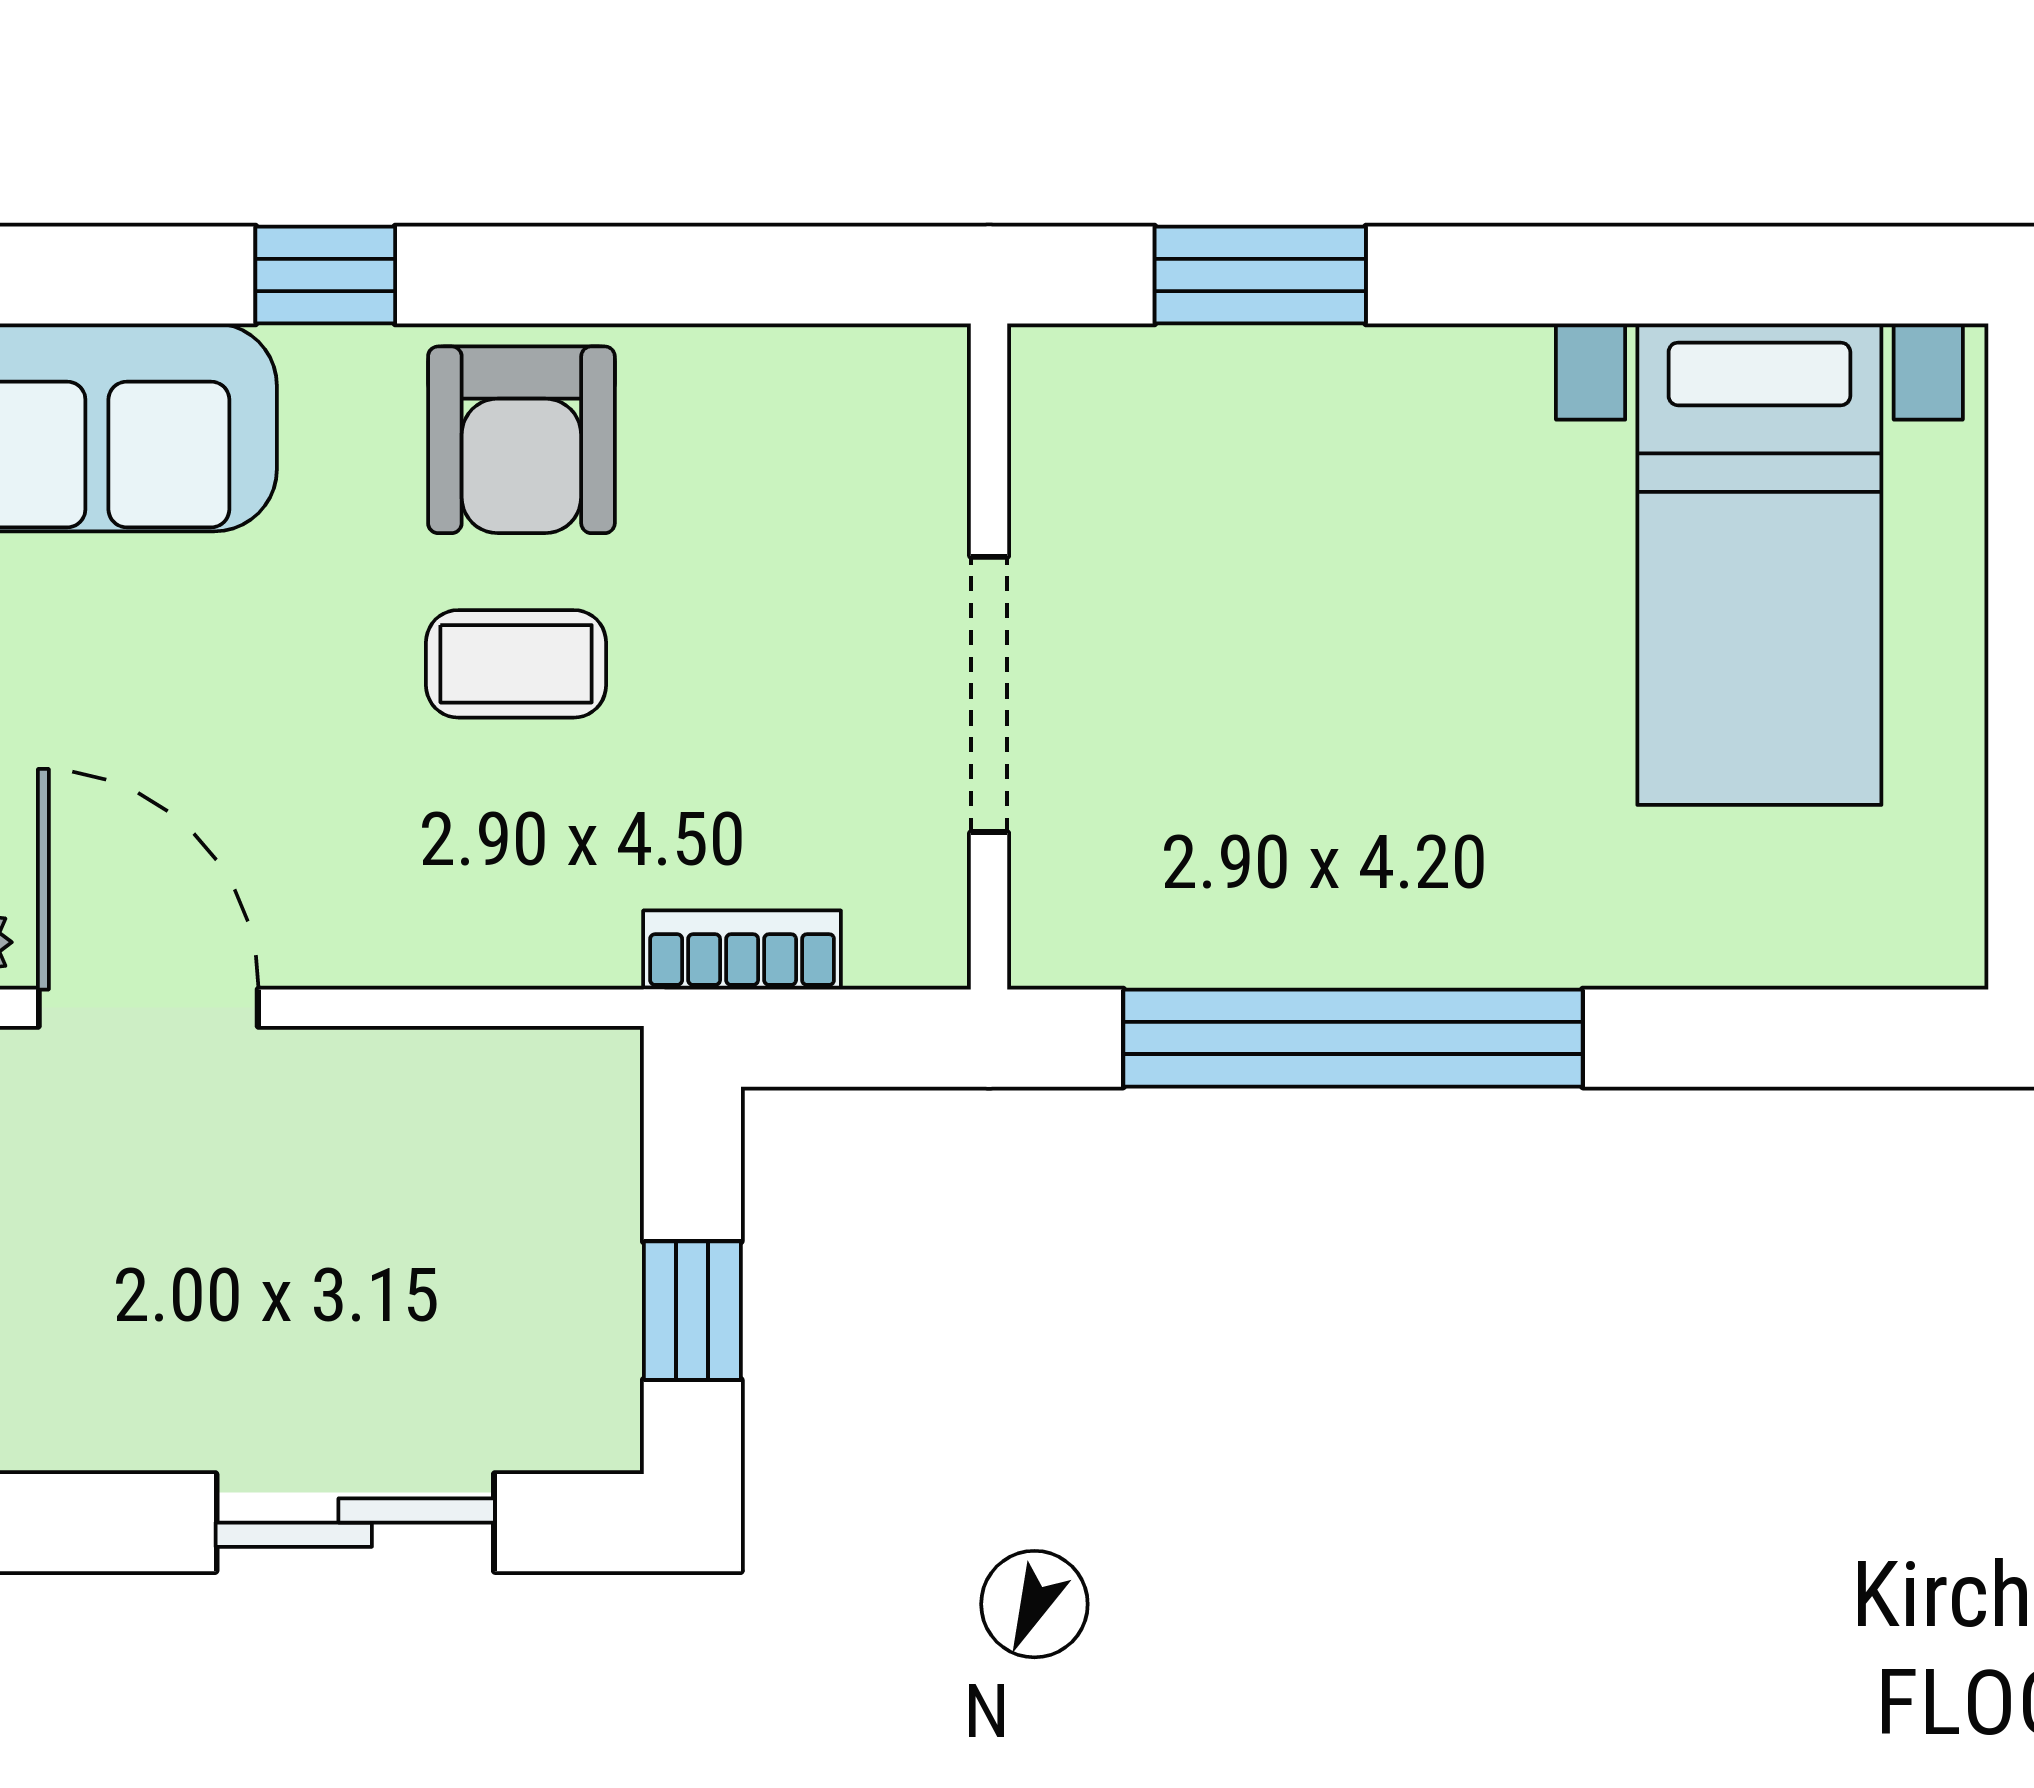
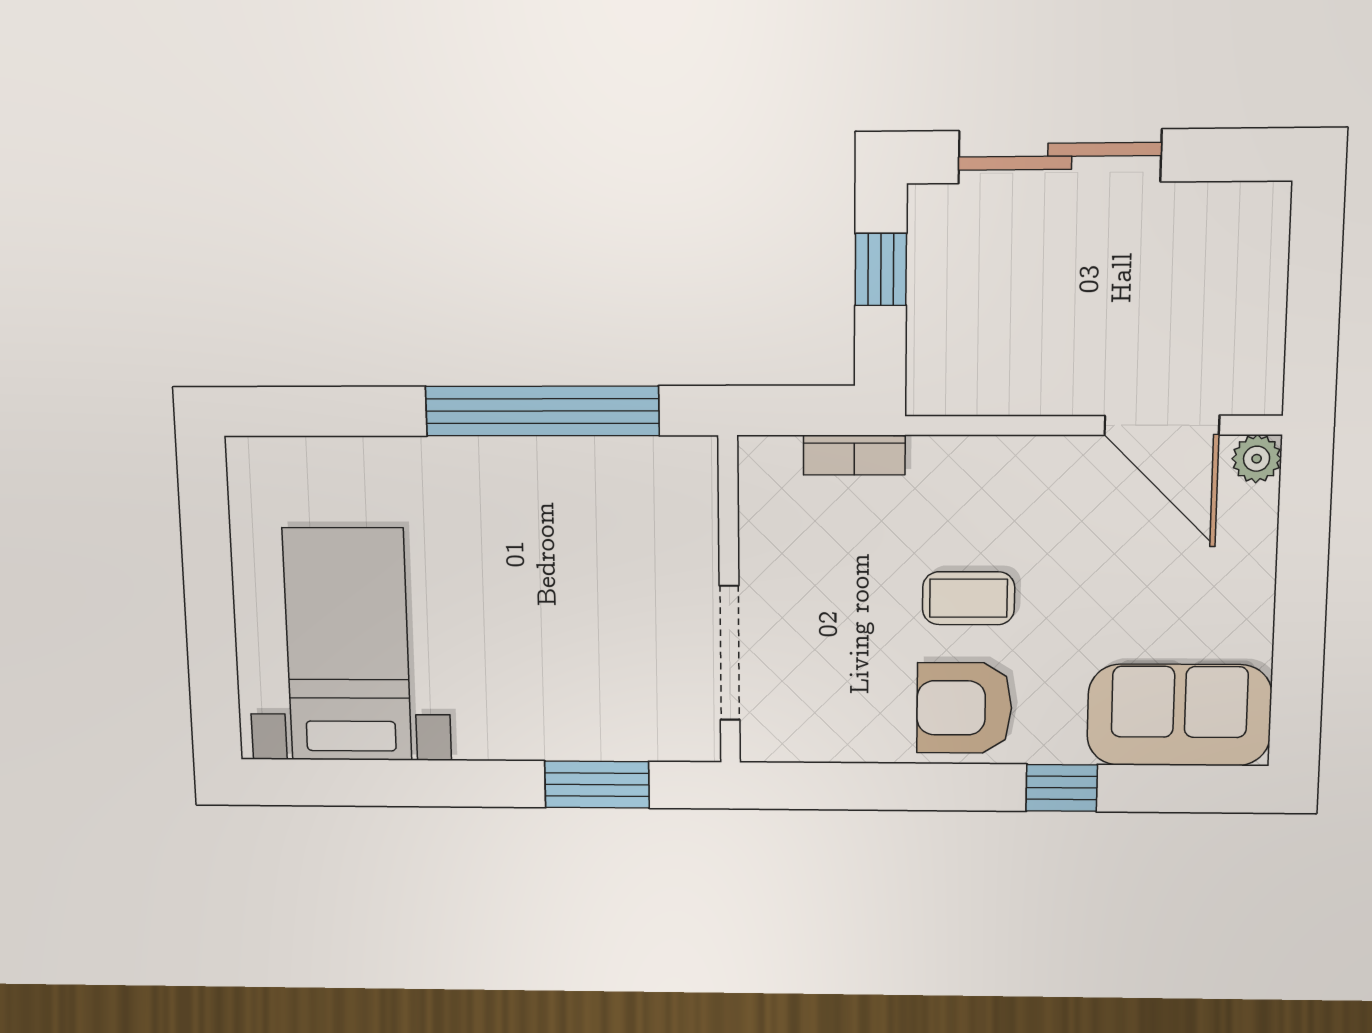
armchair: (521, 440) -> (964, 708), turned -90
doorway: (989, 694) -> (730, 653), moved
sliding door: (355, 1523) -> (1060, 156), width x1.37

